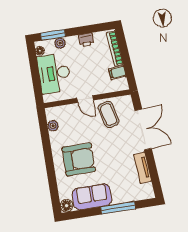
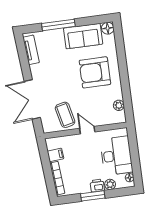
window: (53, 35) -> (93, 196), moved
printer: (86, 40) -> (97, 186), moved
tv unit: (143, 168) -> (31, 50), moved

